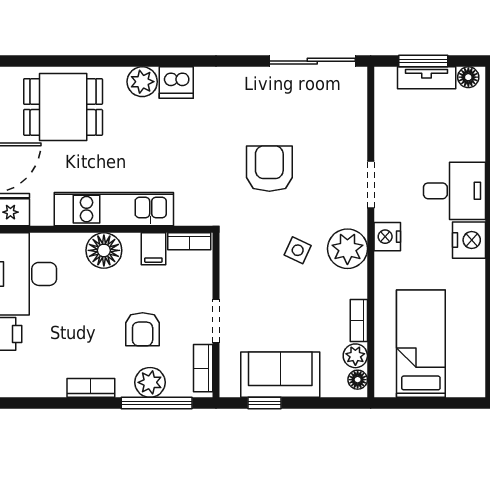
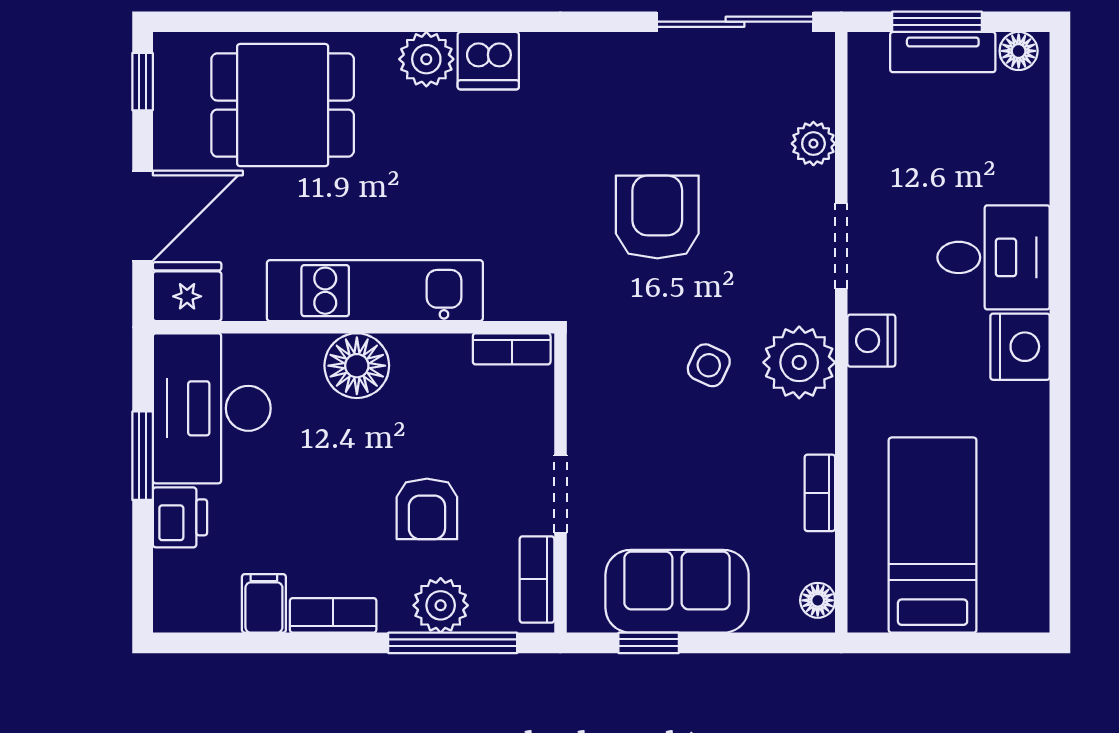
filing cabinet: (153, 249) -> (264, 603), moved, turned 180
plant: (355, 356) -> (813, 144), moved

